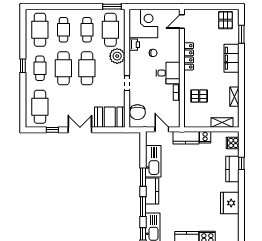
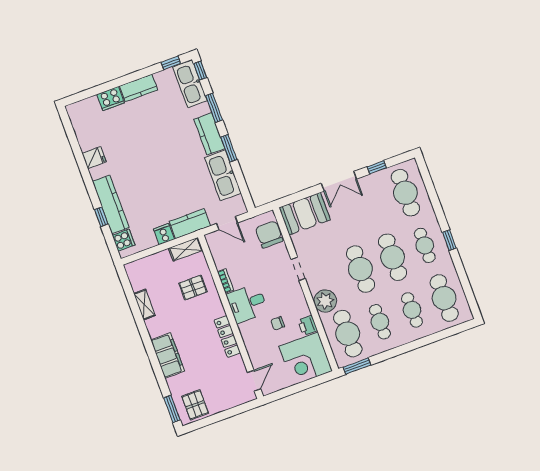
window: (241, 34) -> (172, 409), moved
shelving: (222, 122) -> (186, 249), moved
kitchen counter: (232, 169) -> (111, 204), width x1.50
fridge: (230, 203) -> (94, 158), width x0.53, depth x0.75

